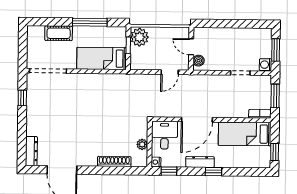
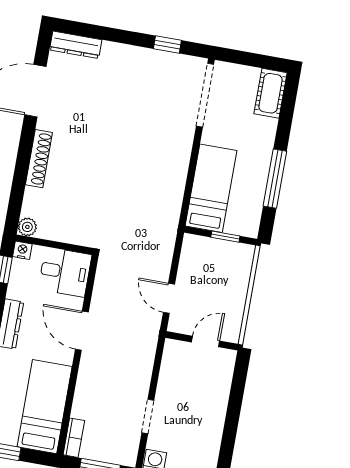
cot: (59, 33) -> (270, 93), moved
plant: (139, 37) -> (236, 258), removed
boiler: (199, 61) -> (180, 350), removed
door: (197, 120) -> (82, 331), width x0.73
plant: (142, 144) -> (27, 227), moved
shoe rack: (114, 161) -> (39, 159), moved

